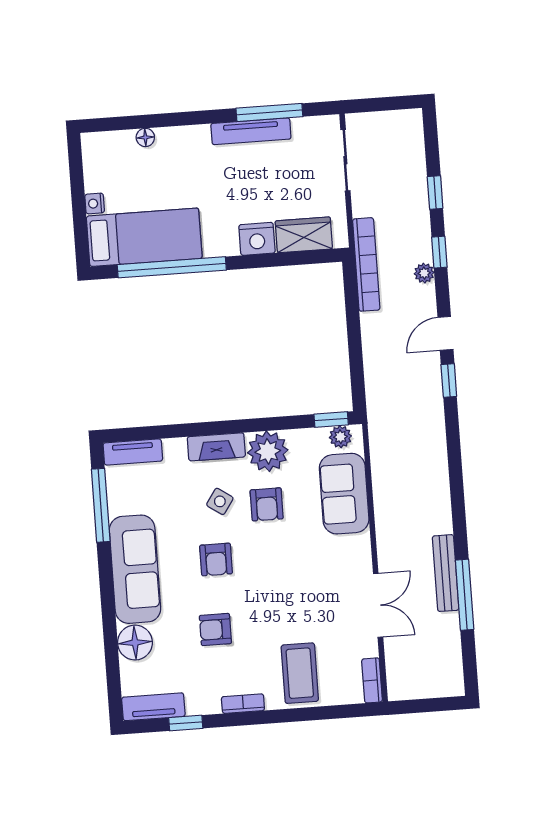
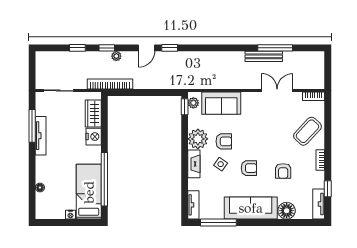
door: (445, 333) -> (147, 48), hinge flipped
coffee table: (300, 673) -> (307, 131), turned -47

